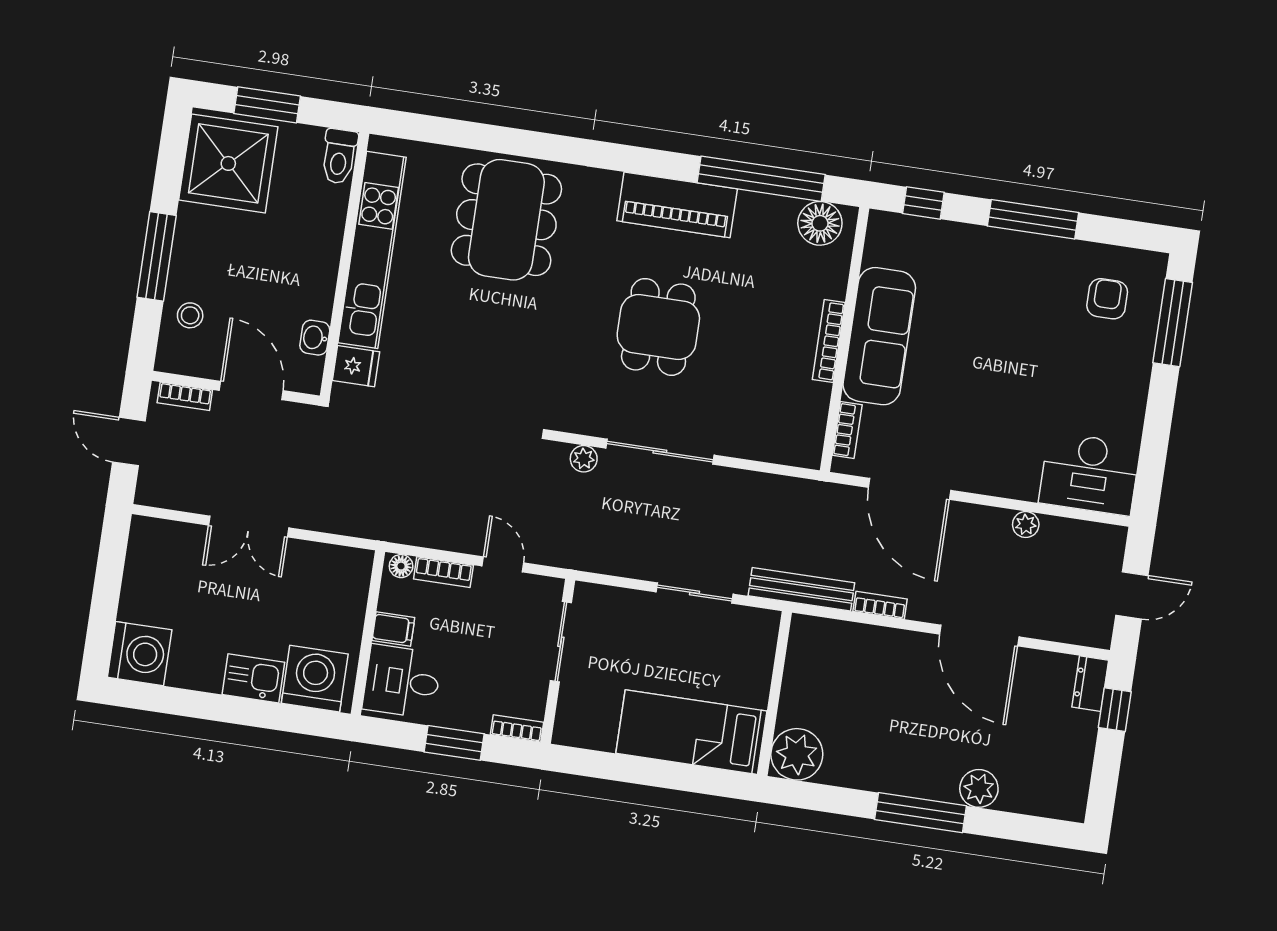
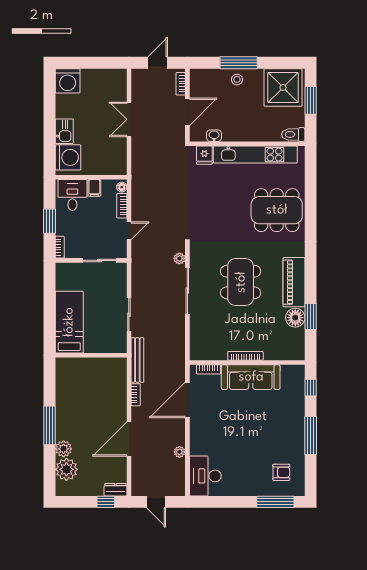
window: (761, 179) -> (311, 317), width x0.47
floor lamp: (820, 223) -> (295, 318), moved
stool: (190, 315) -> (237, 79), moved
dining table: (658, 327) -> (241, 282), width x1.38
plant: (797, 754) -> (66, 469), moved

